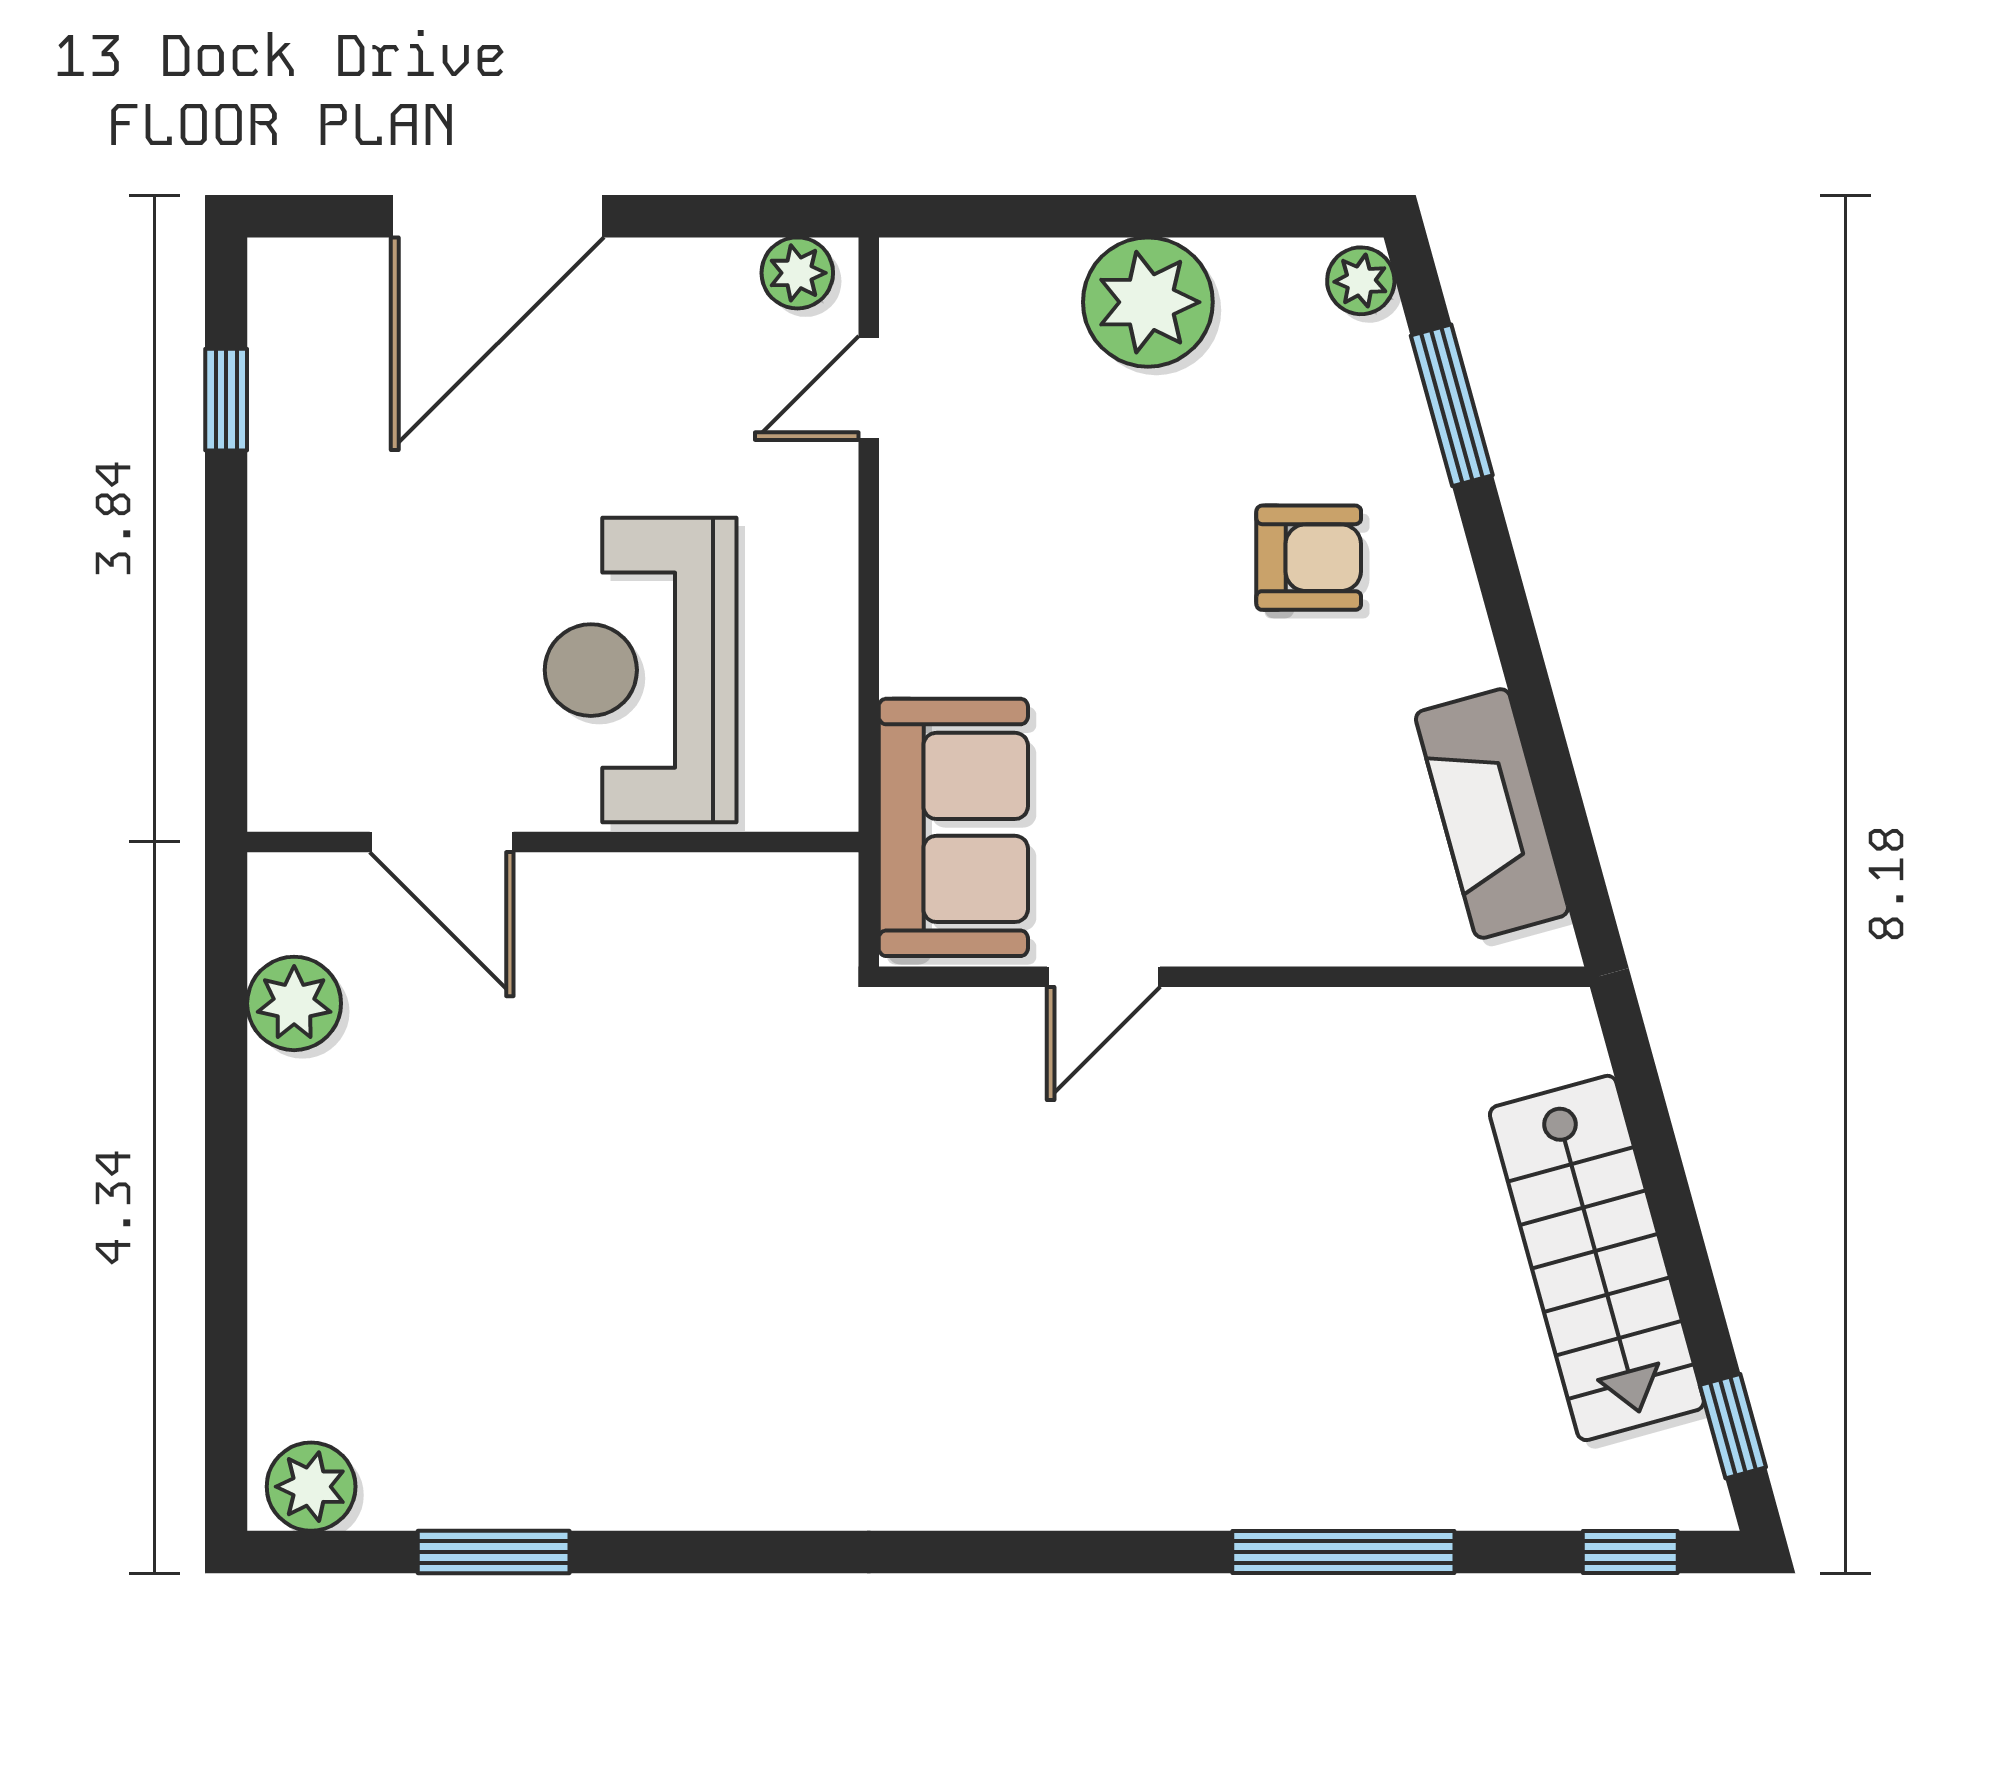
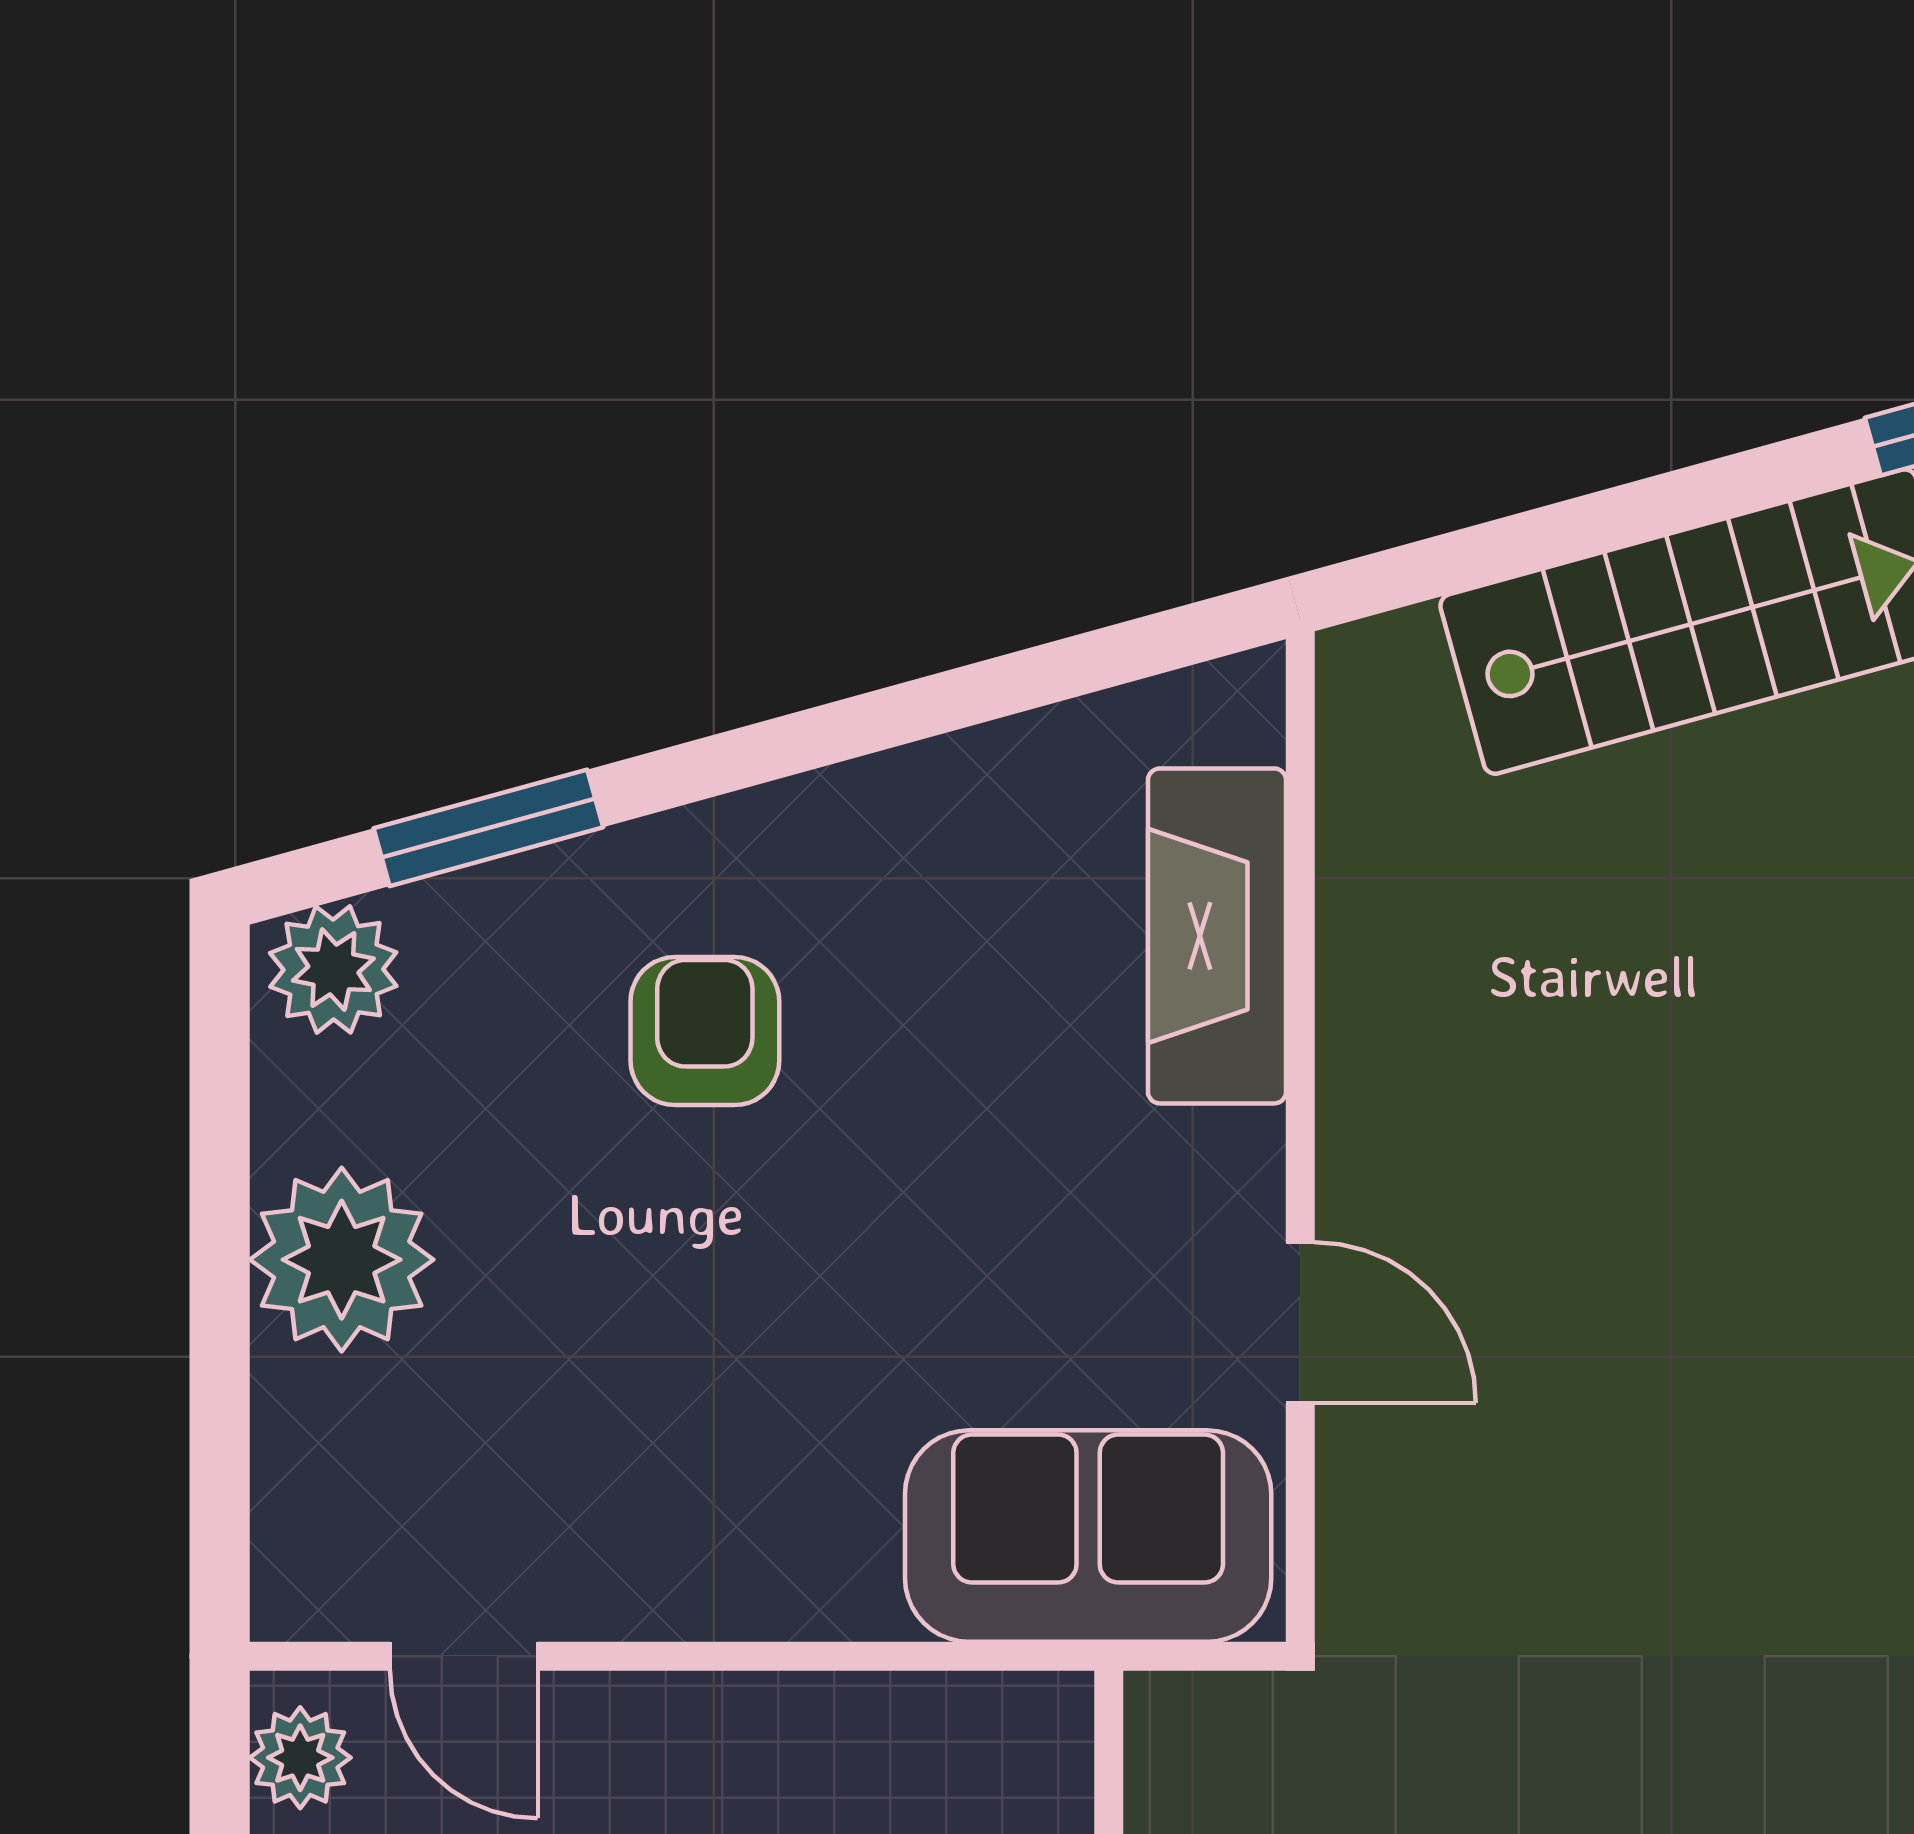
plant: (1361, 281) -> (333, 969), width x1.38, depth x1.38
fireplace: (1492, 813) -> (1217, 936), moved, turned 105

